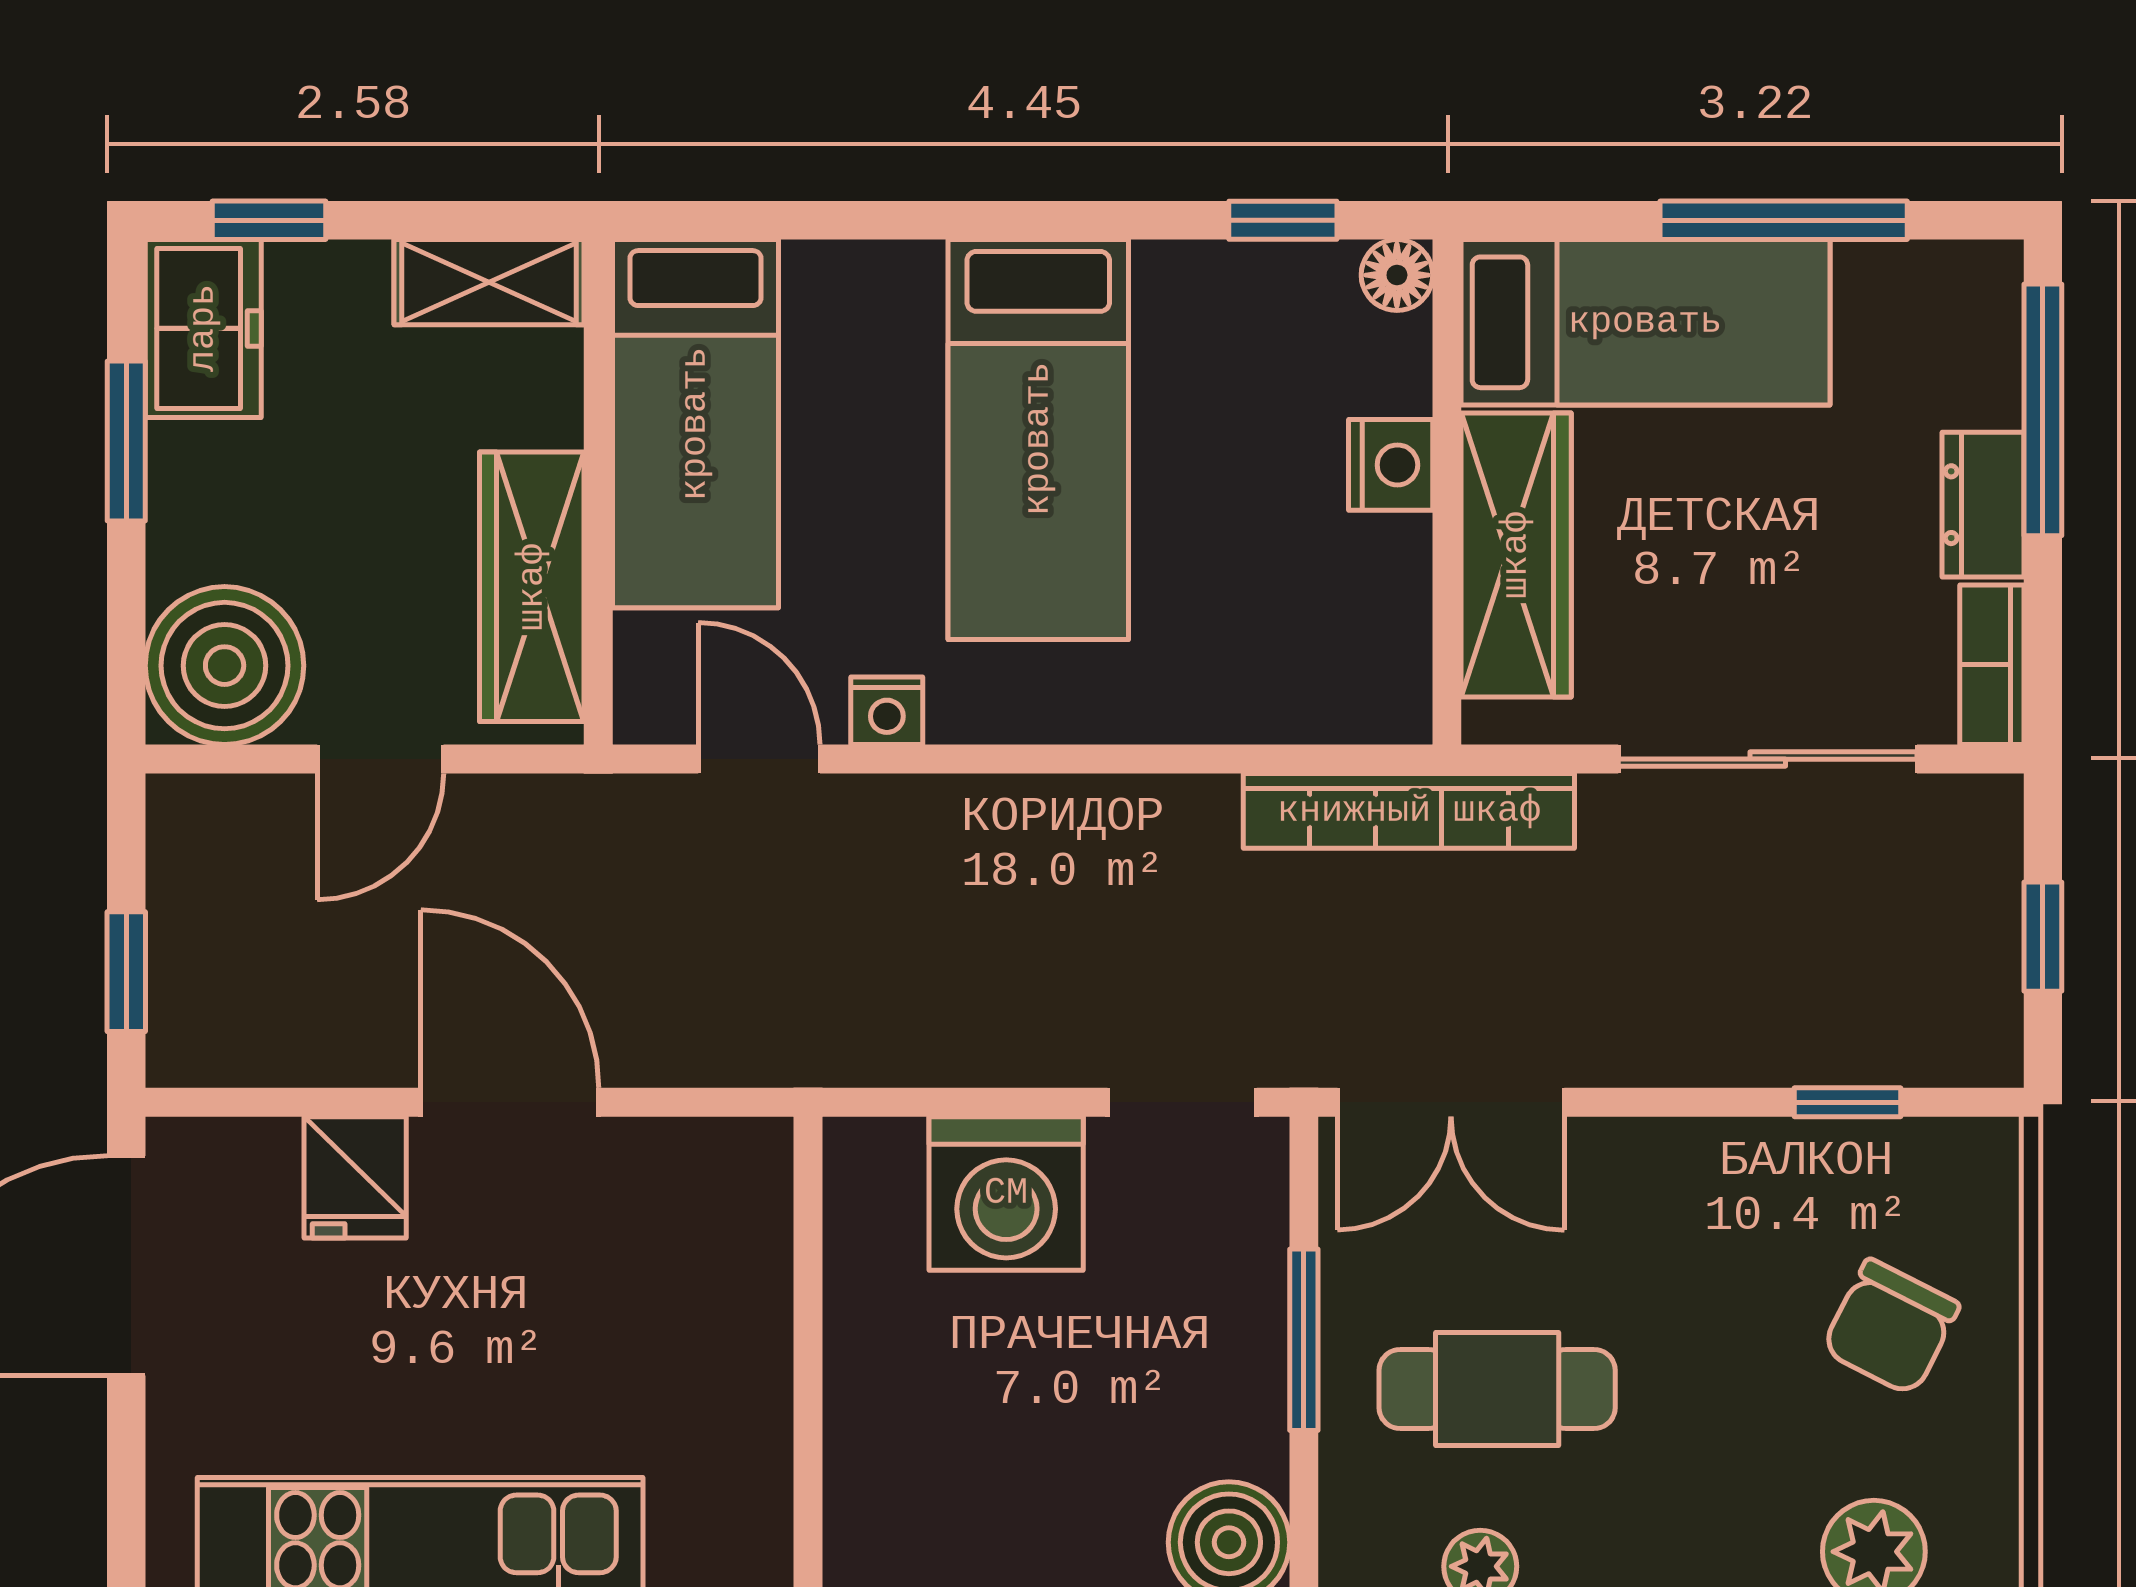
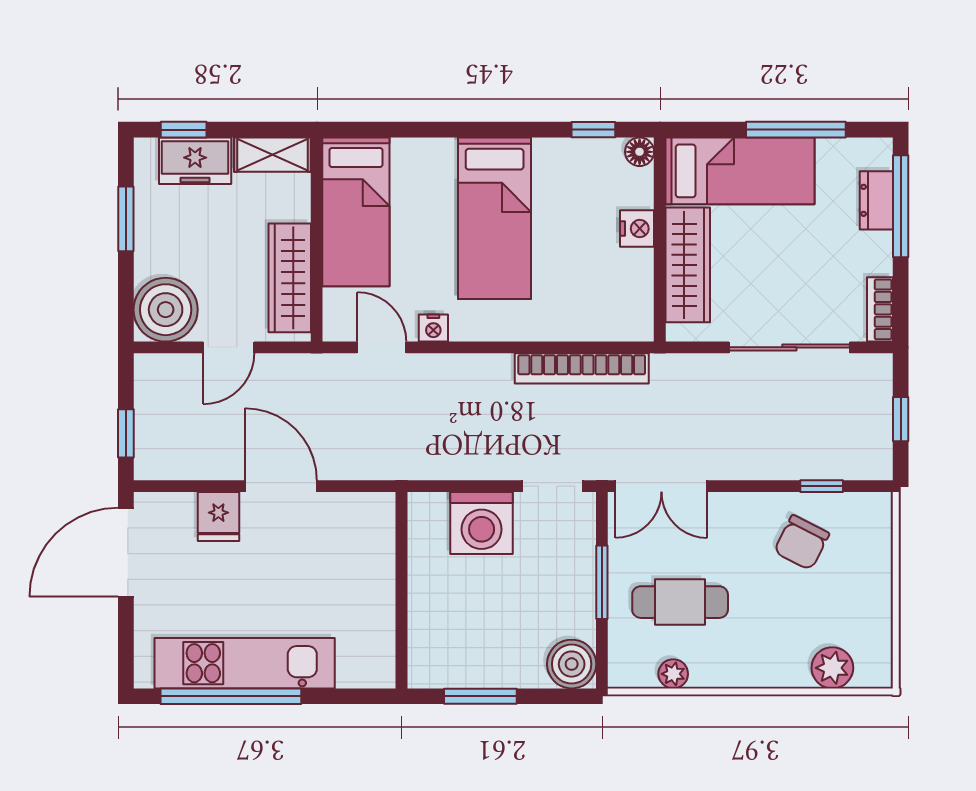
freezer: (203, 328) -> (195, 161), moved, turned 90
dresser: (1983, 505) -> (876, 200), moved
bookcase: (1409, 811) -> (582, 368), moved
chair: (1891, 1327) -> (802, 543), moved

